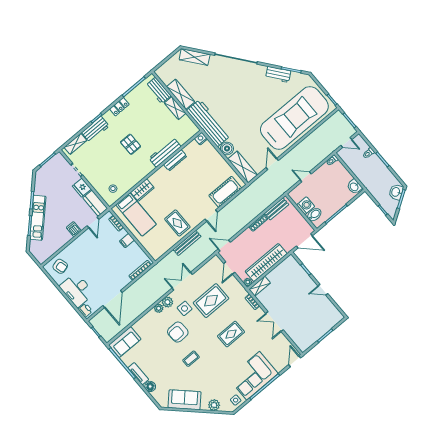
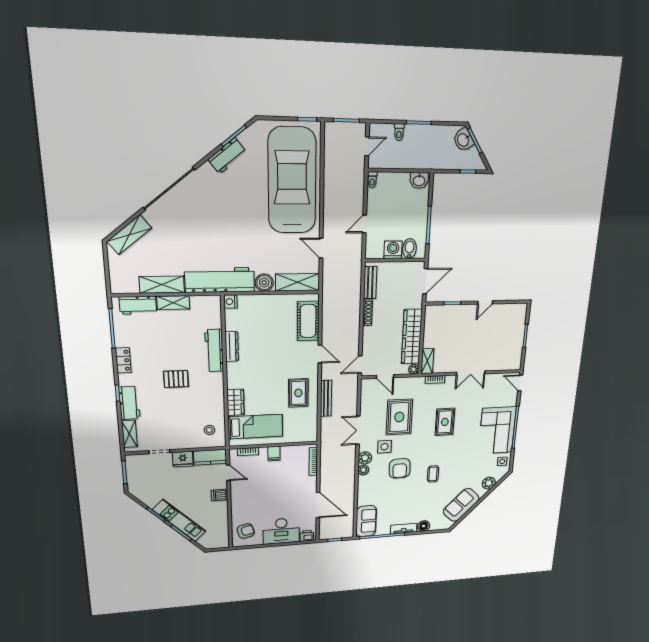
rug: (177, 223) -> (298, 393), turned 90

